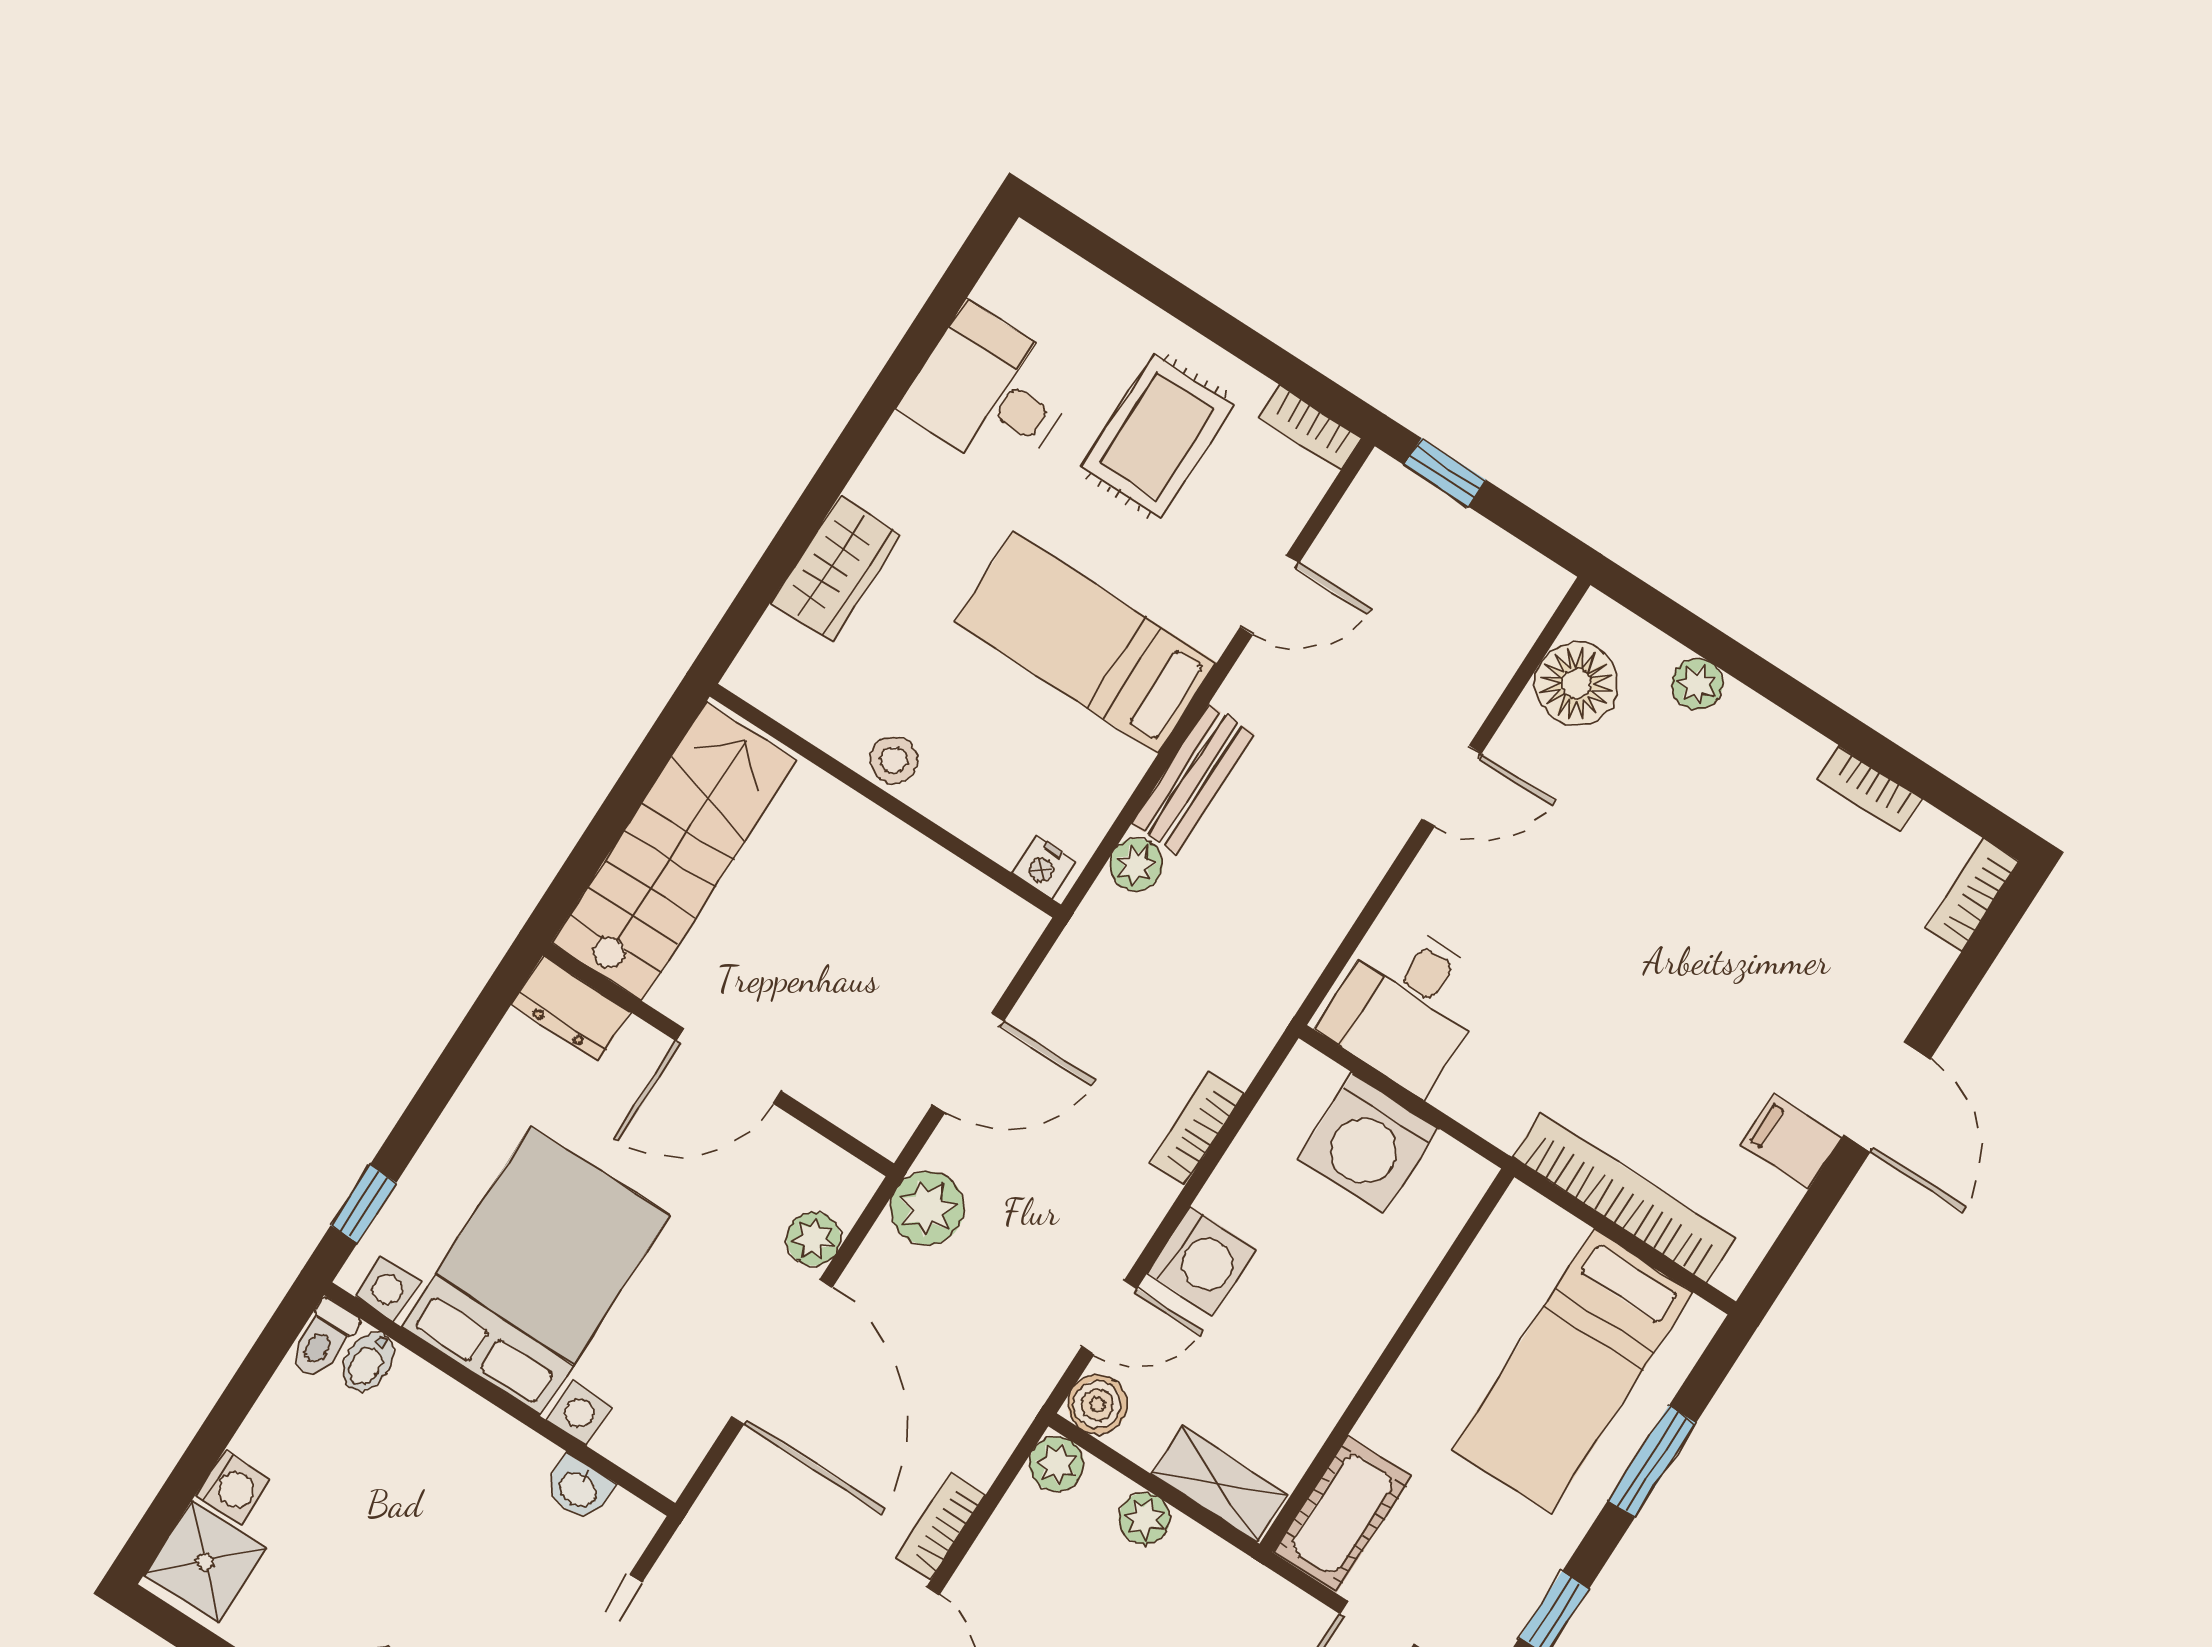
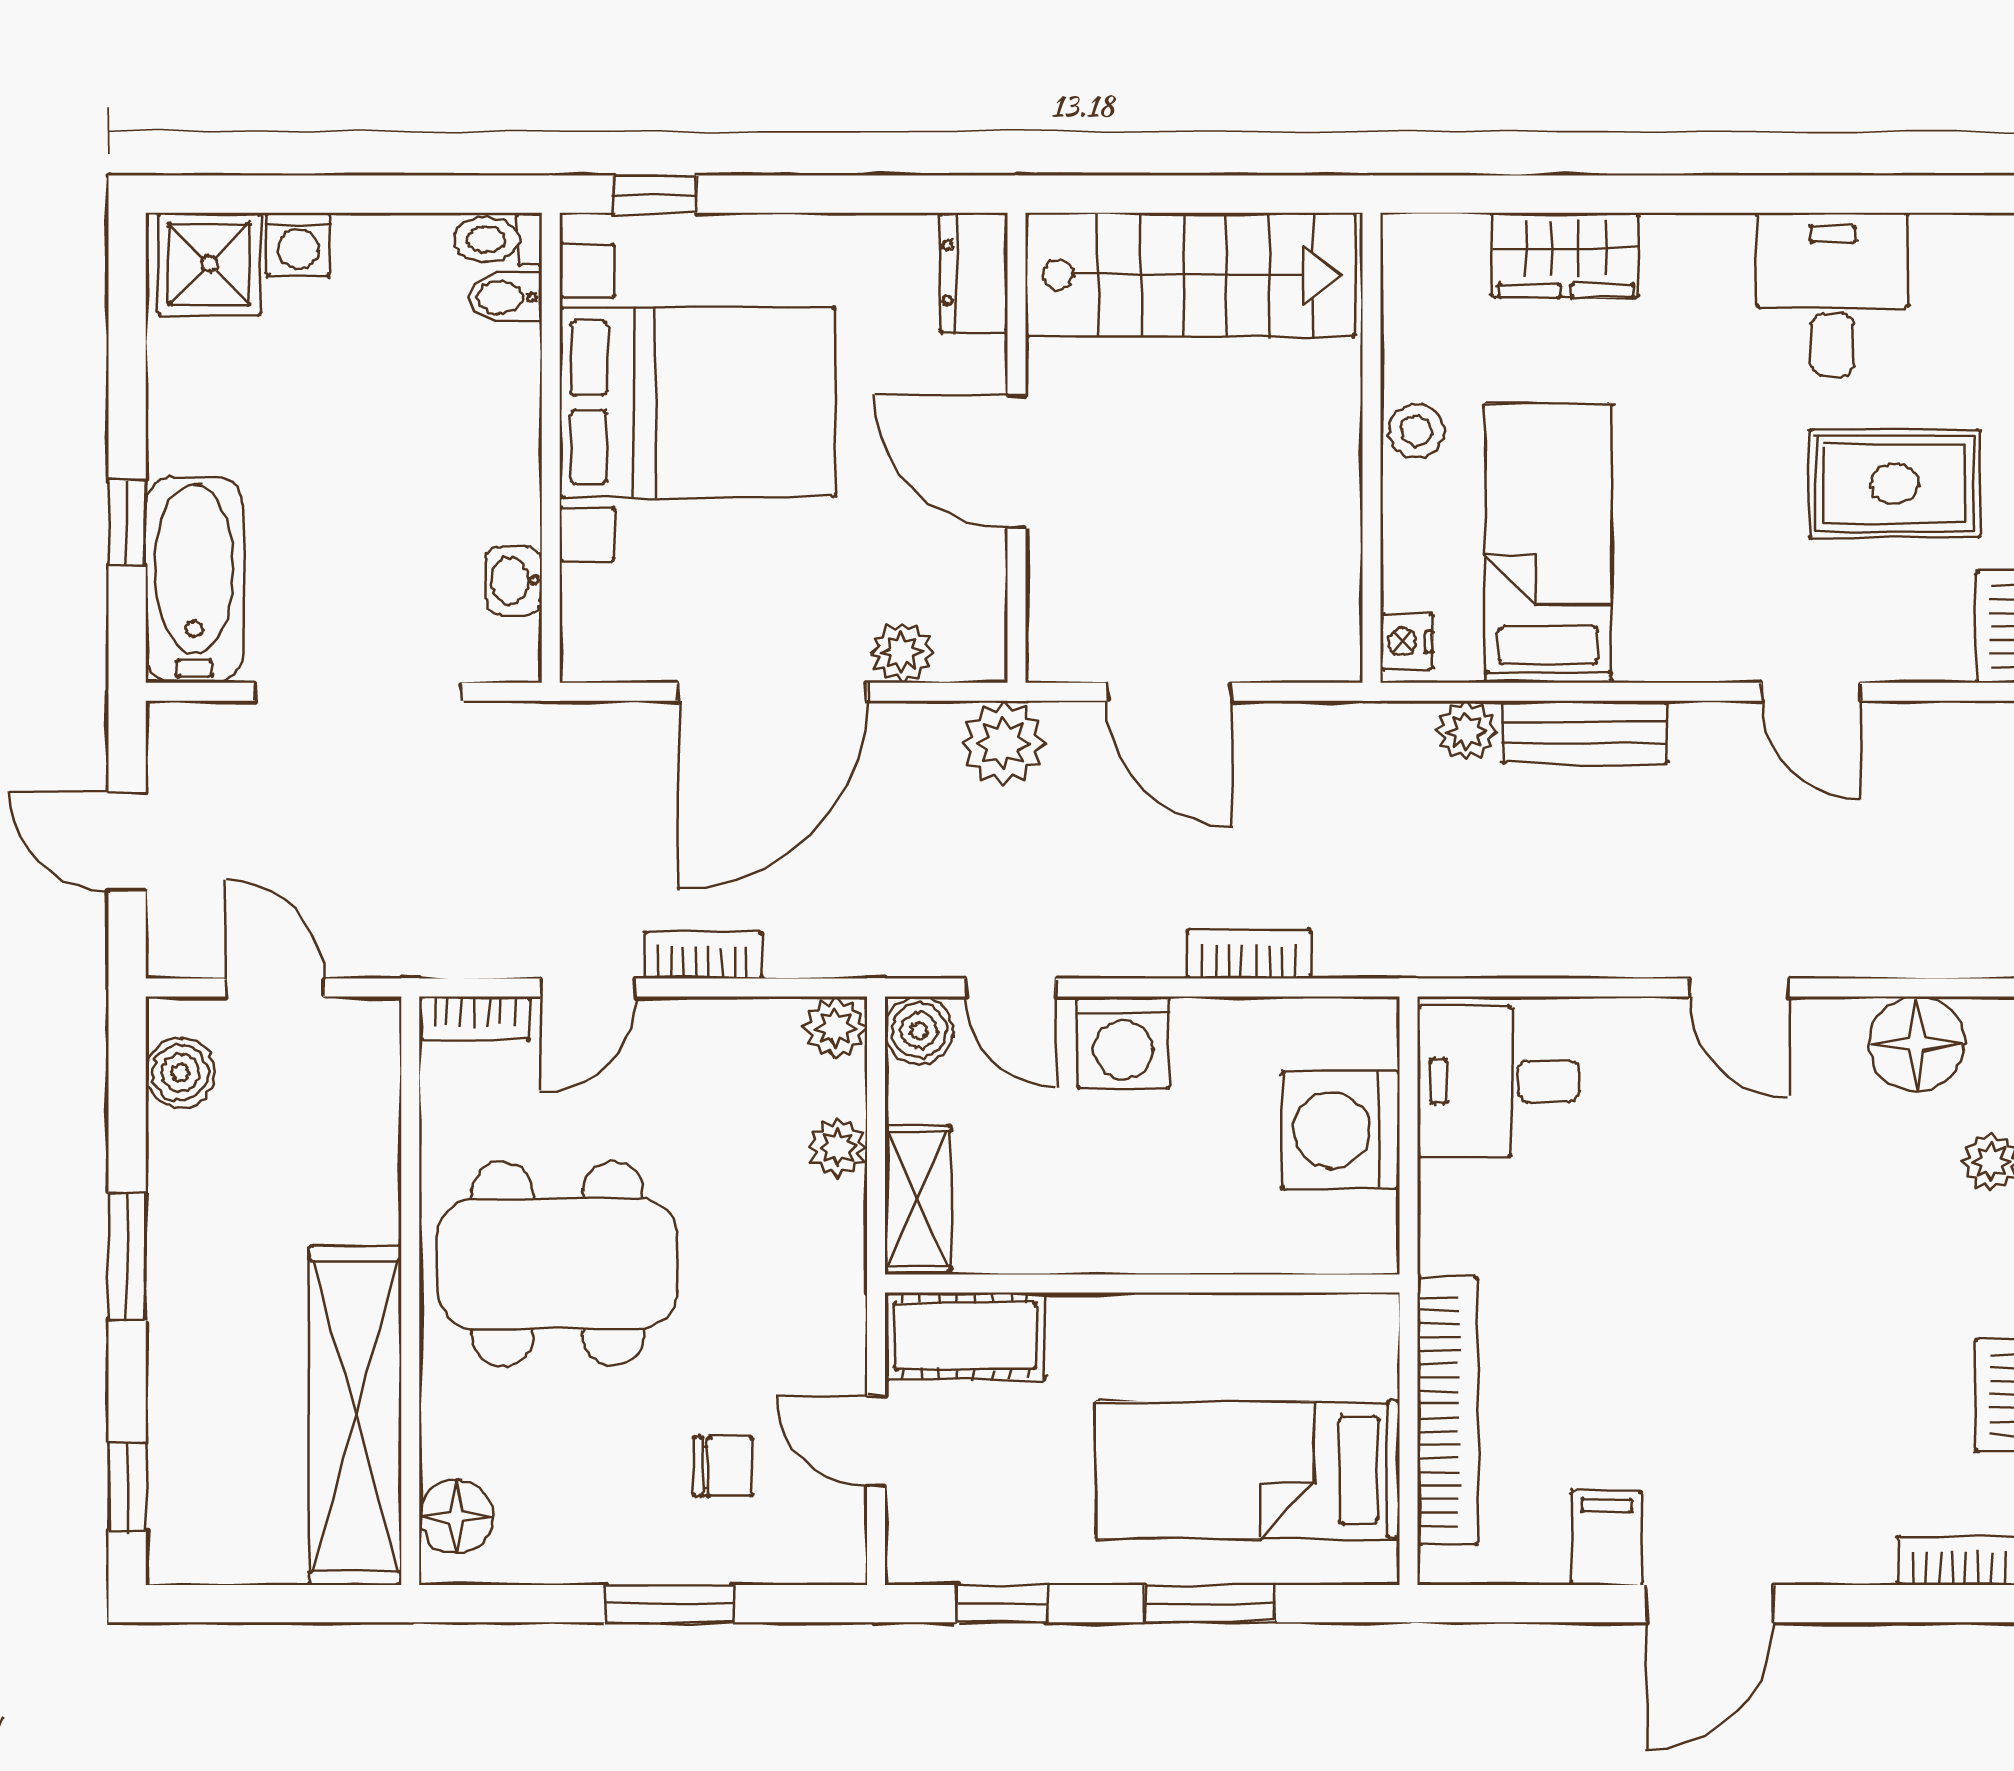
bed: (1086, 643) -> (1548, 543), moved

